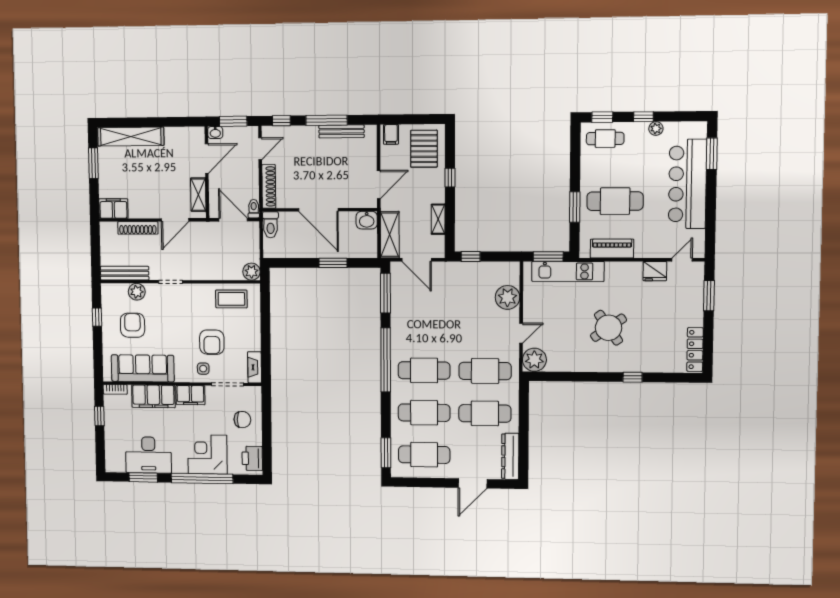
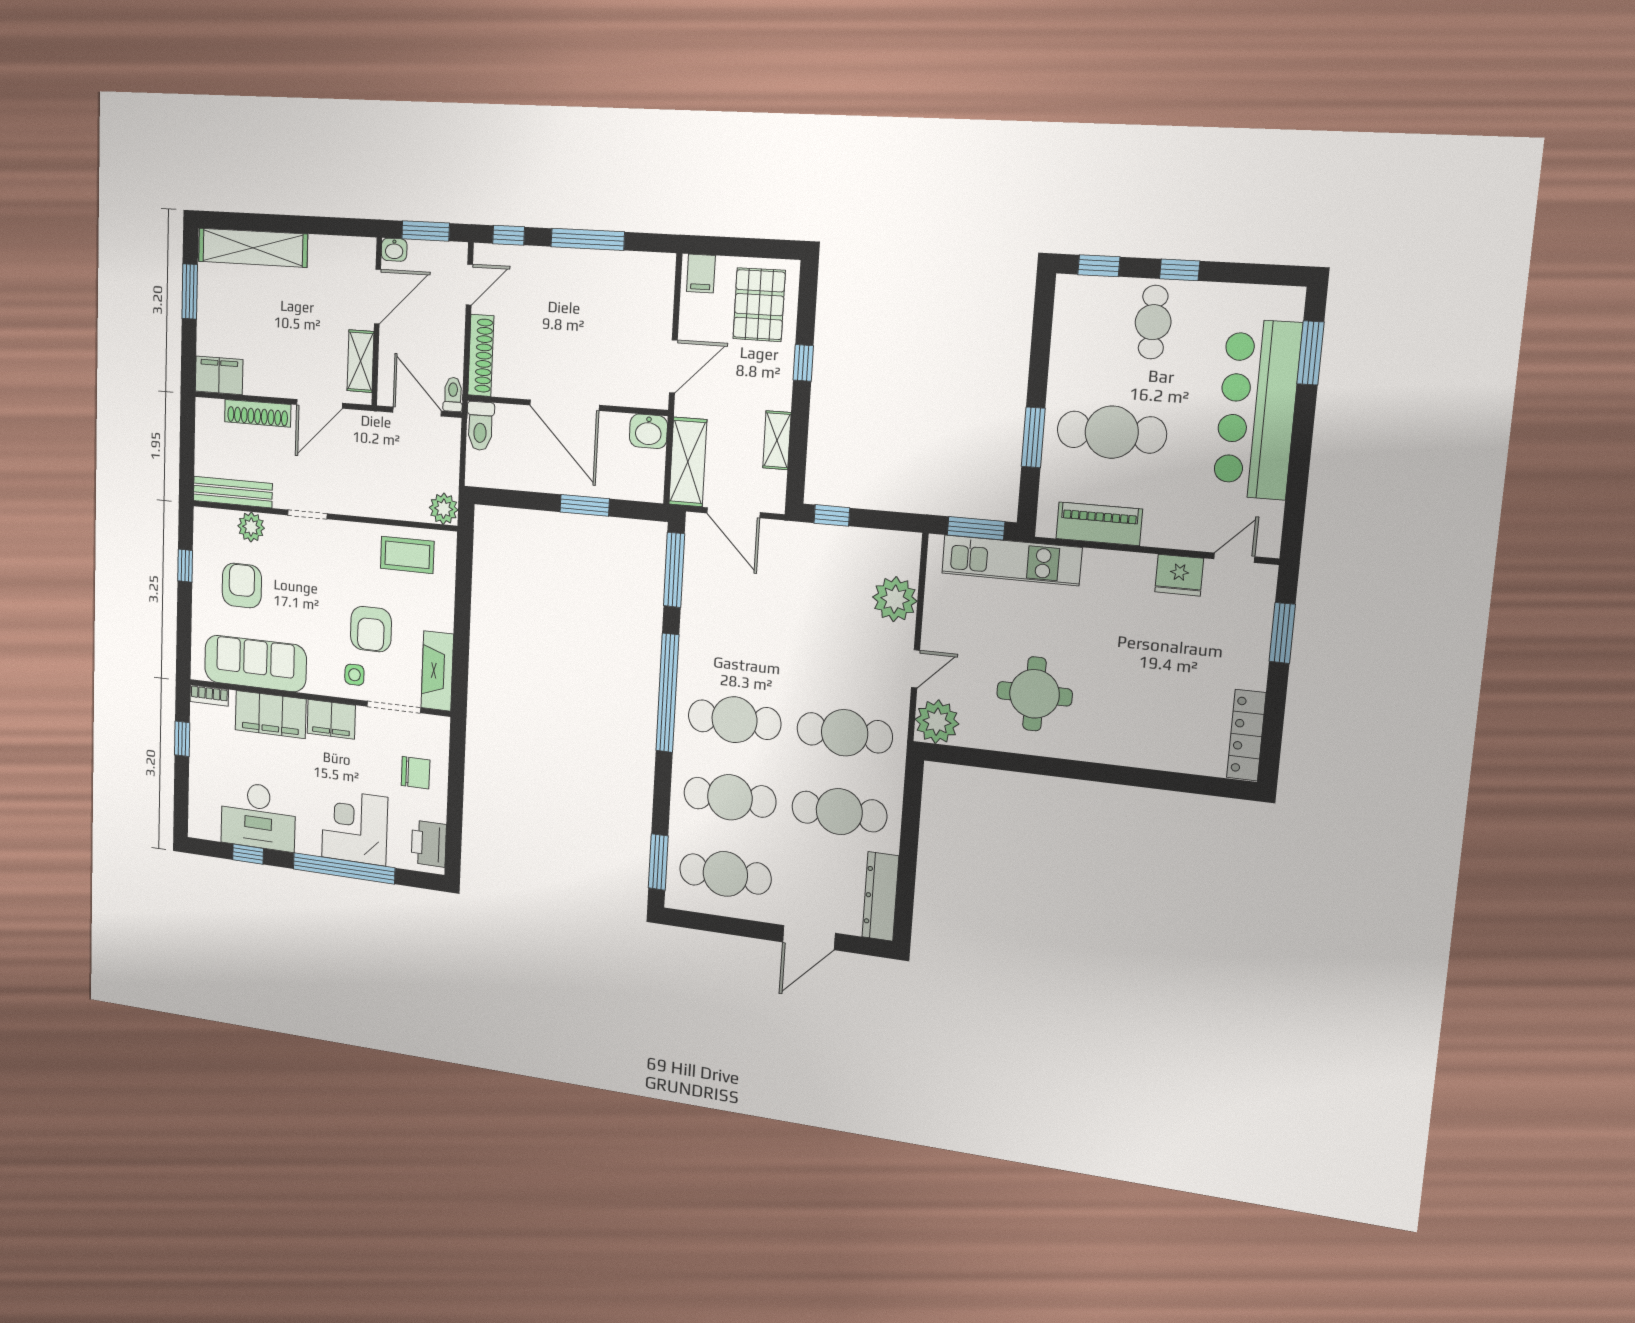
plant: (656, 129) -> (1203, 295), removed
bench: (341, 131) -> (613, 262), removed
cafe table: (605, 139) -> (1153, 322), moved, turned 90
round table: (609, 328) -> (1034, 694), moved, turned 35
fireplace: (255, 367) -> (437, 671), width x1.37, depth x1.32
window: (633, 377) -> (1120, 775), removed
window: (143, 477) -> (248, 854), width x0.67

